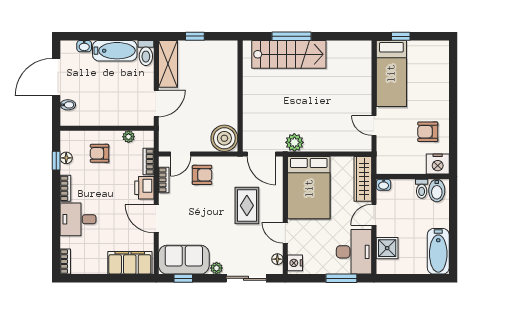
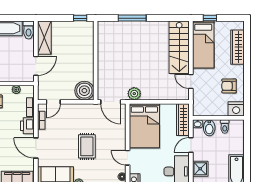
window: (195, 36) -> (80, 18), moved
stairs: (289, 54) -> (179, 47), moved, turned 90
wardrobe: (440, 77) -> (237, 47), added
armchair: (202, 175) -> (69, 117), removed
bidet: (437, 190) -> (209, 128), moved
rug: (247, 206) -> (87, 146), moved

